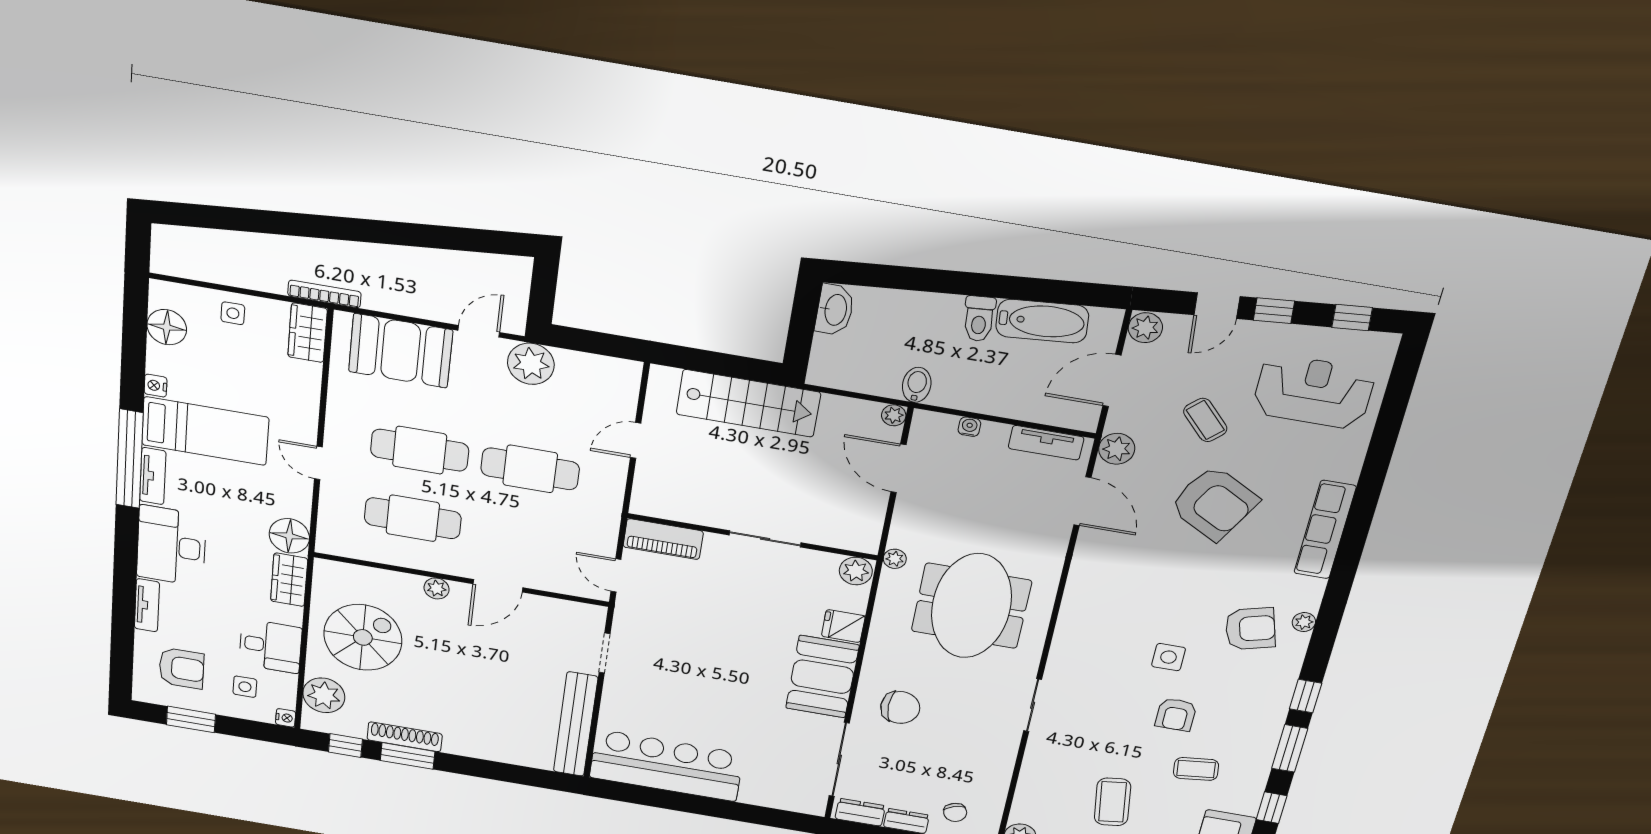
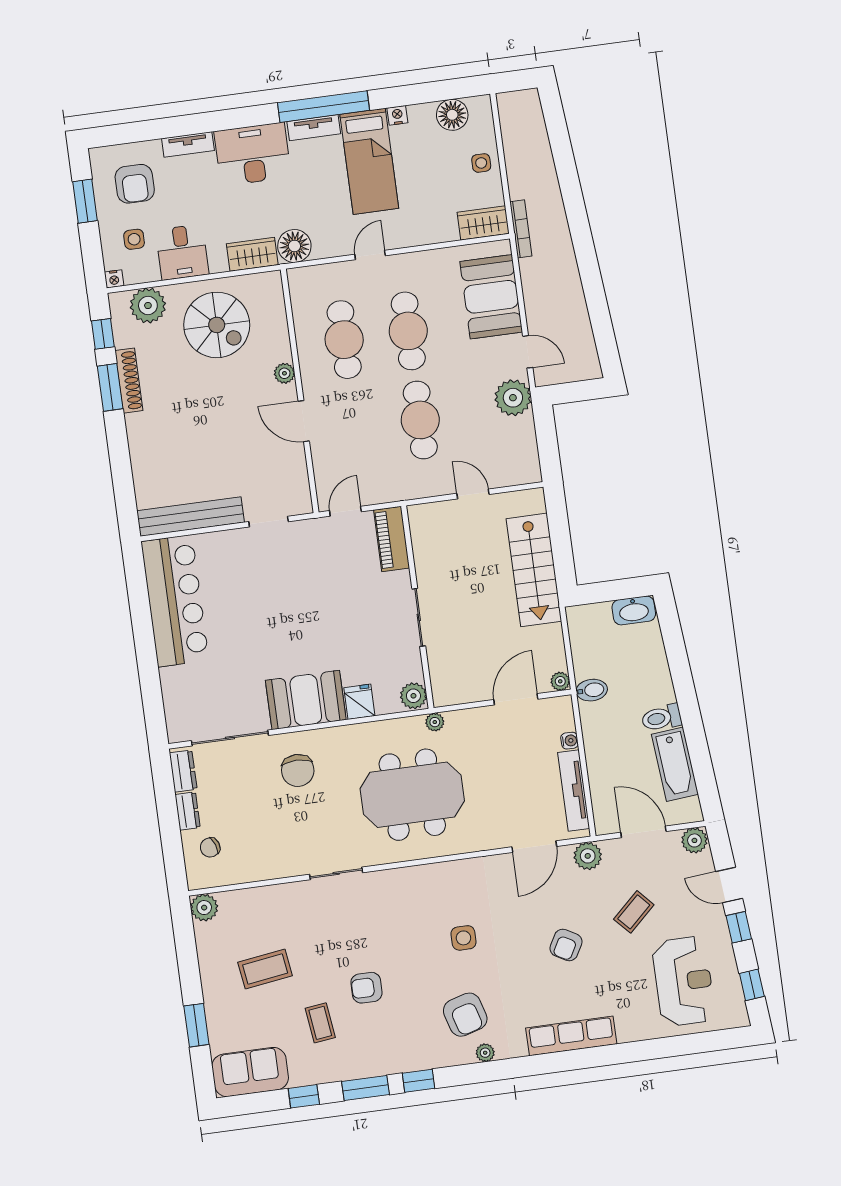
tv unit: (1046, 443) -> (574, 791), width x1.41
armchair: (1214, 503) -> (566, 945), width x0.53, depth x0.53
side table: (1169, 657) -> (463, 938), moved

